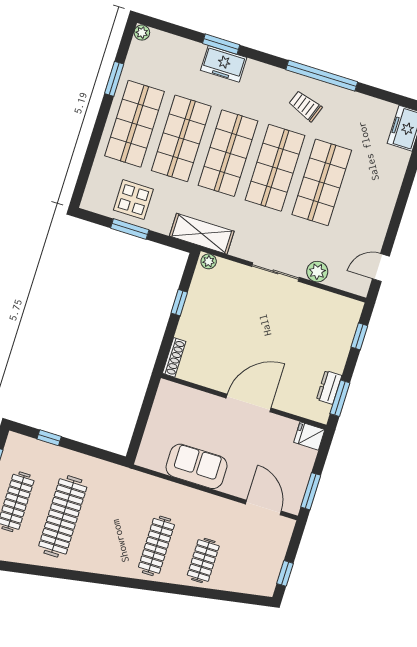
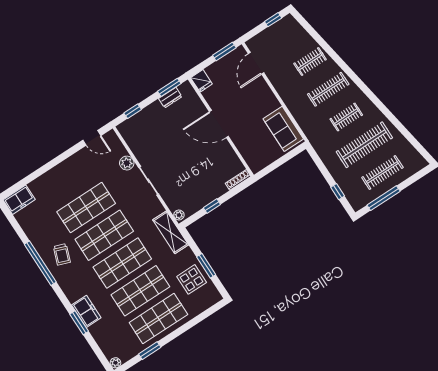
sofa: (197, 466) -> (283, 129), moved
clothes rail: (110, 531) -> (346, 117), added

